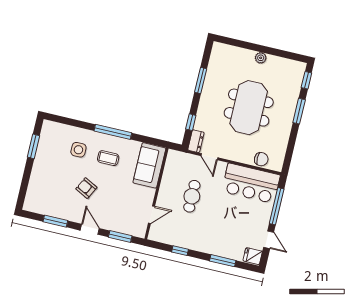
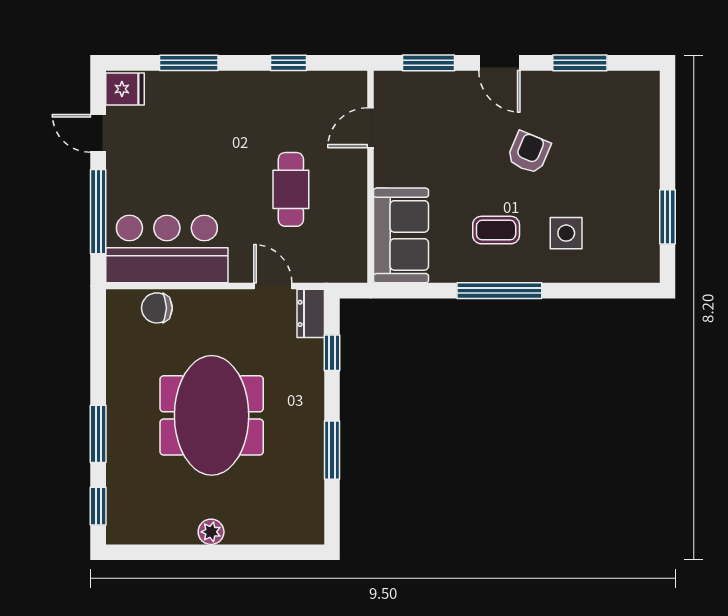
armchair: (86, 188) -> (529, 152), turned -94

